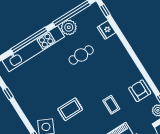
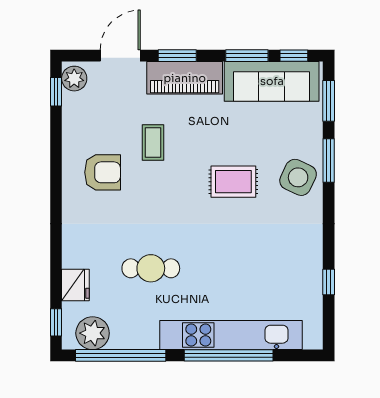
plant: (69, 27) -> (93, 333), moved
armchair: (140, 91) -> (103, 172), moved, turned -90

